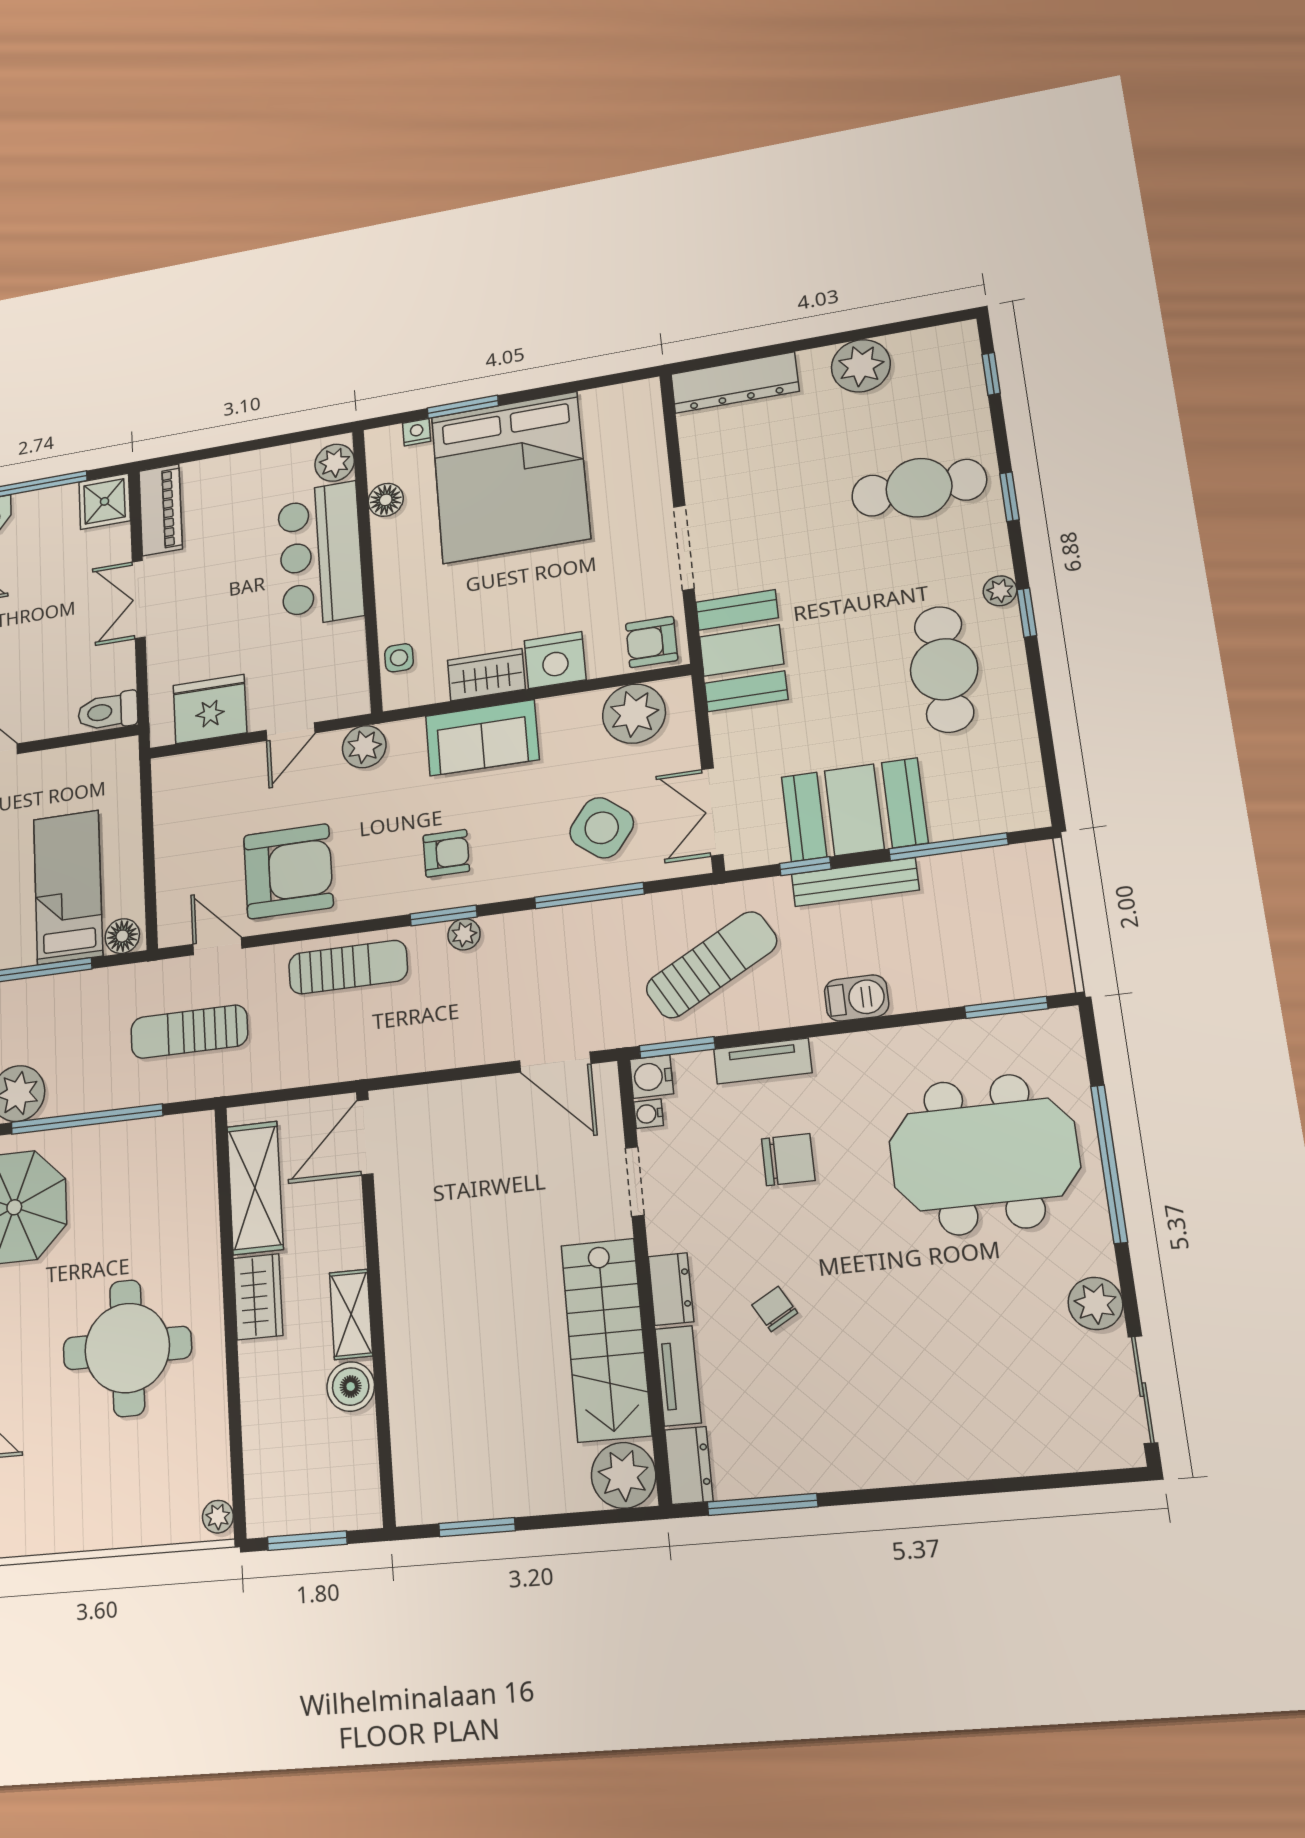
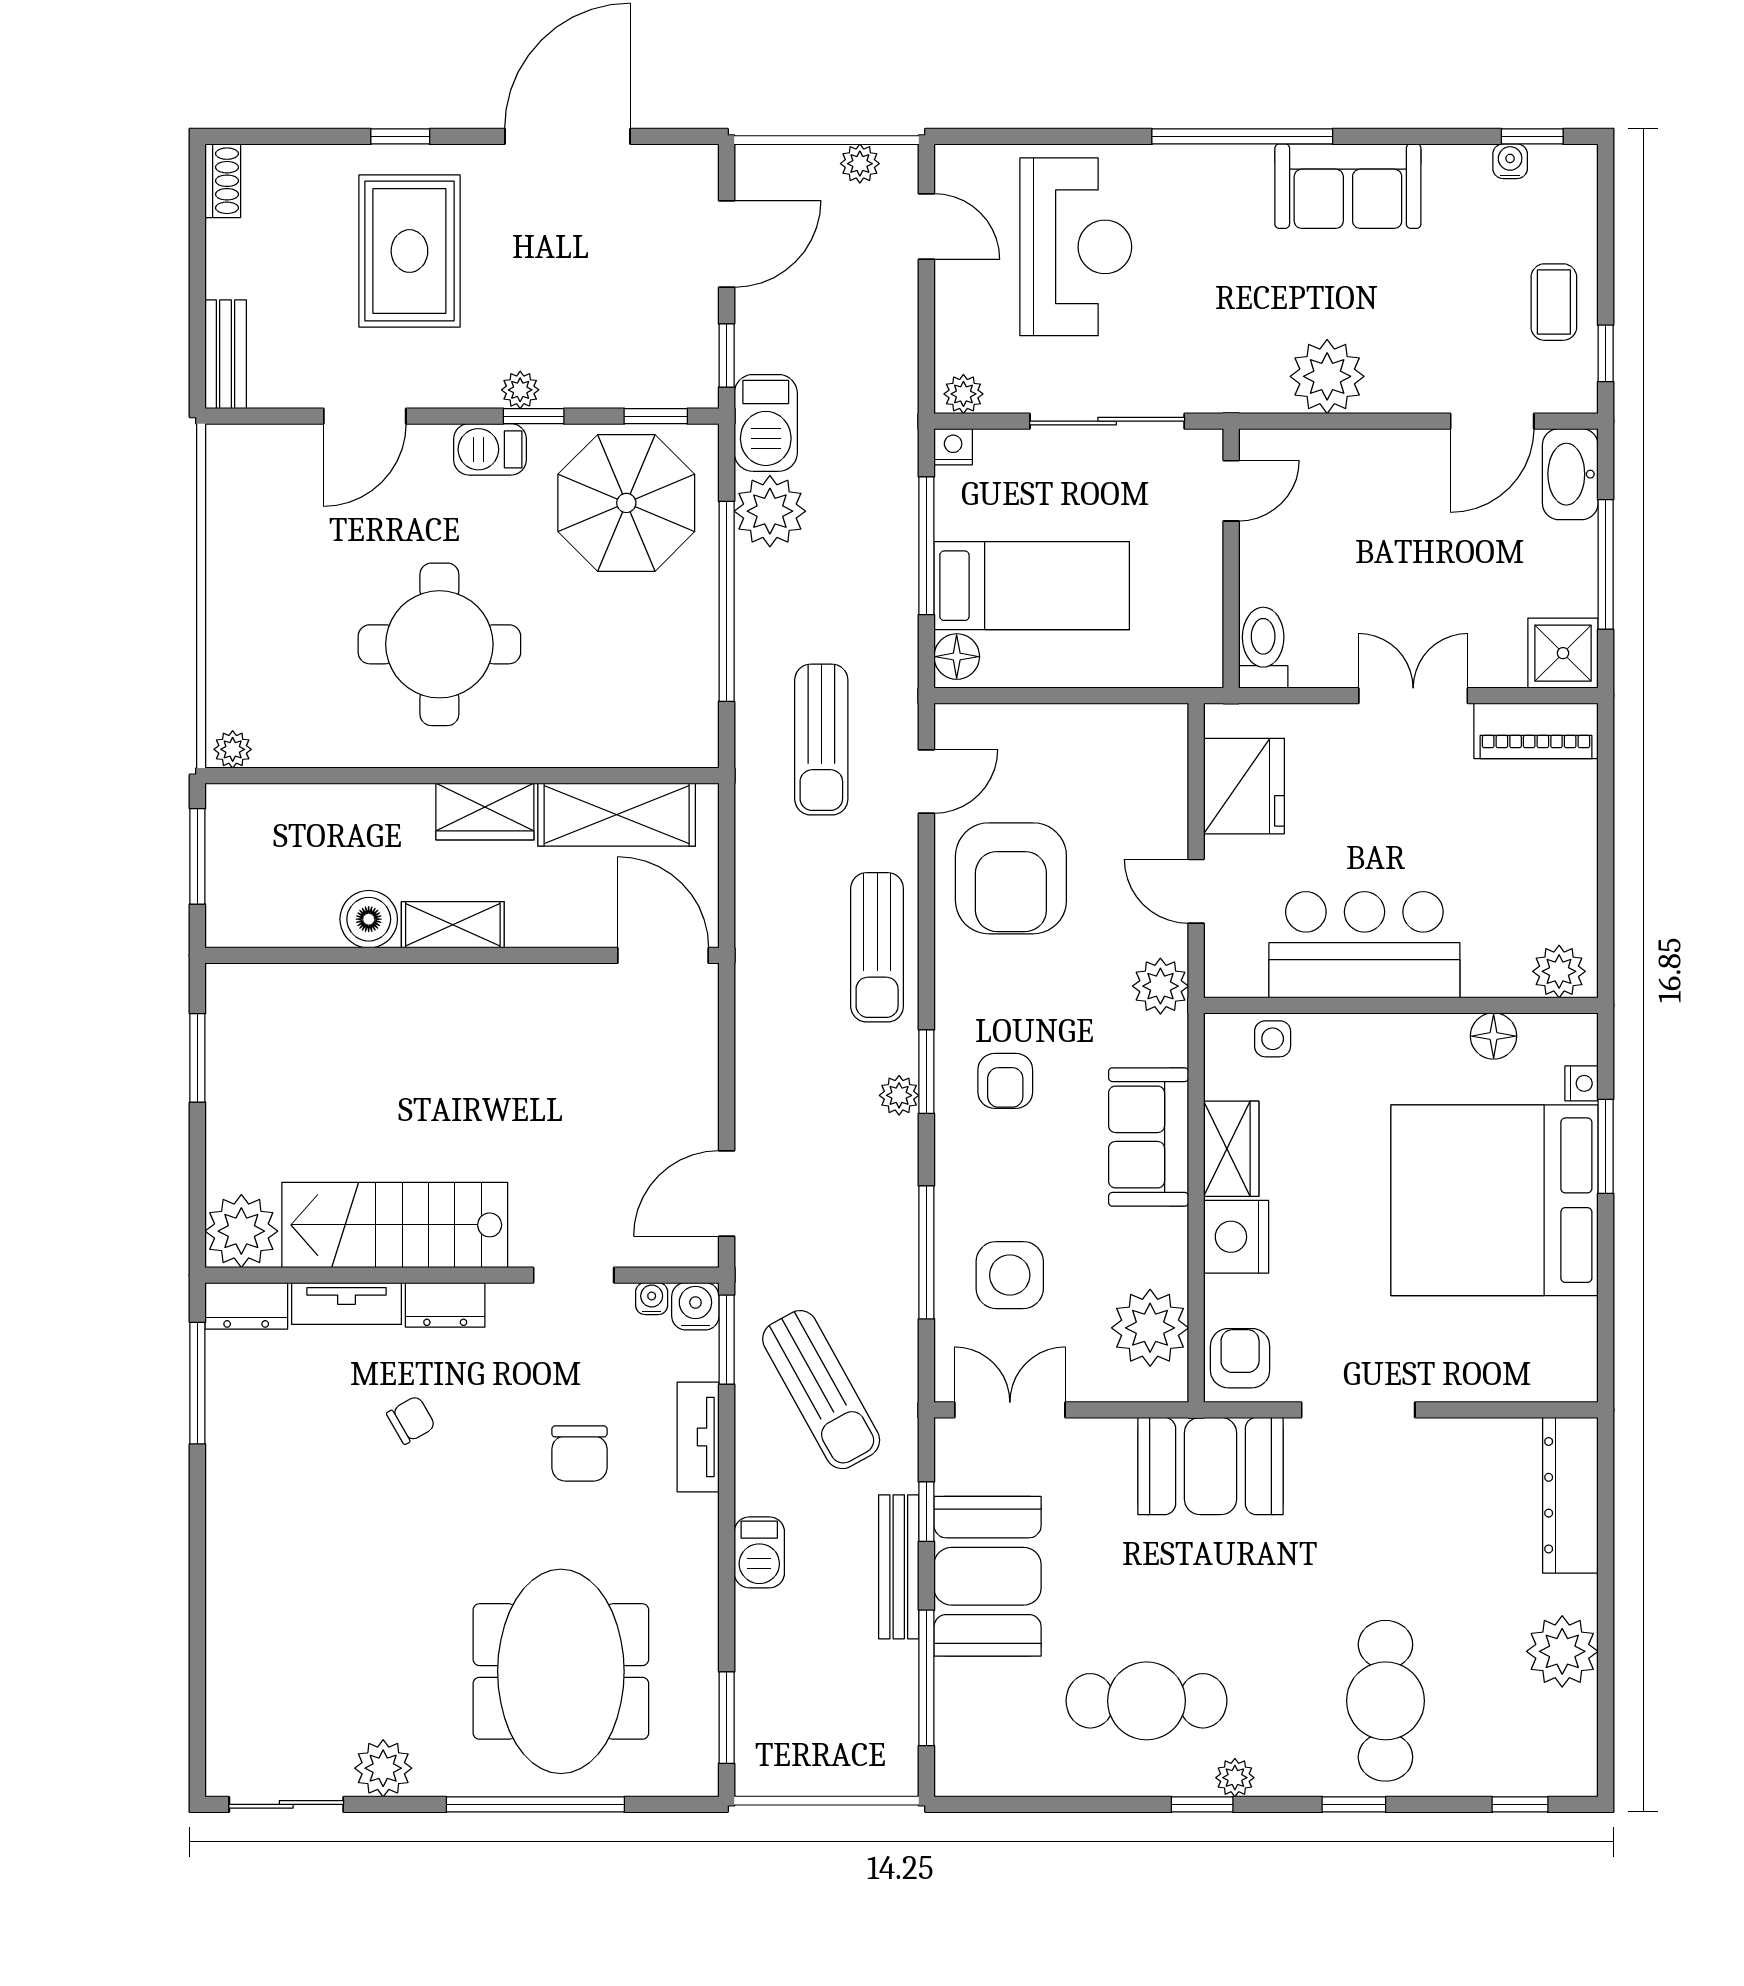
bar counter: (320, 554) -> (1364, 945), moved
side table: (602, 828) -> (1010, 1275), turned -38
sun lounger: (189, 1032) -> (821, 740), turned 180

